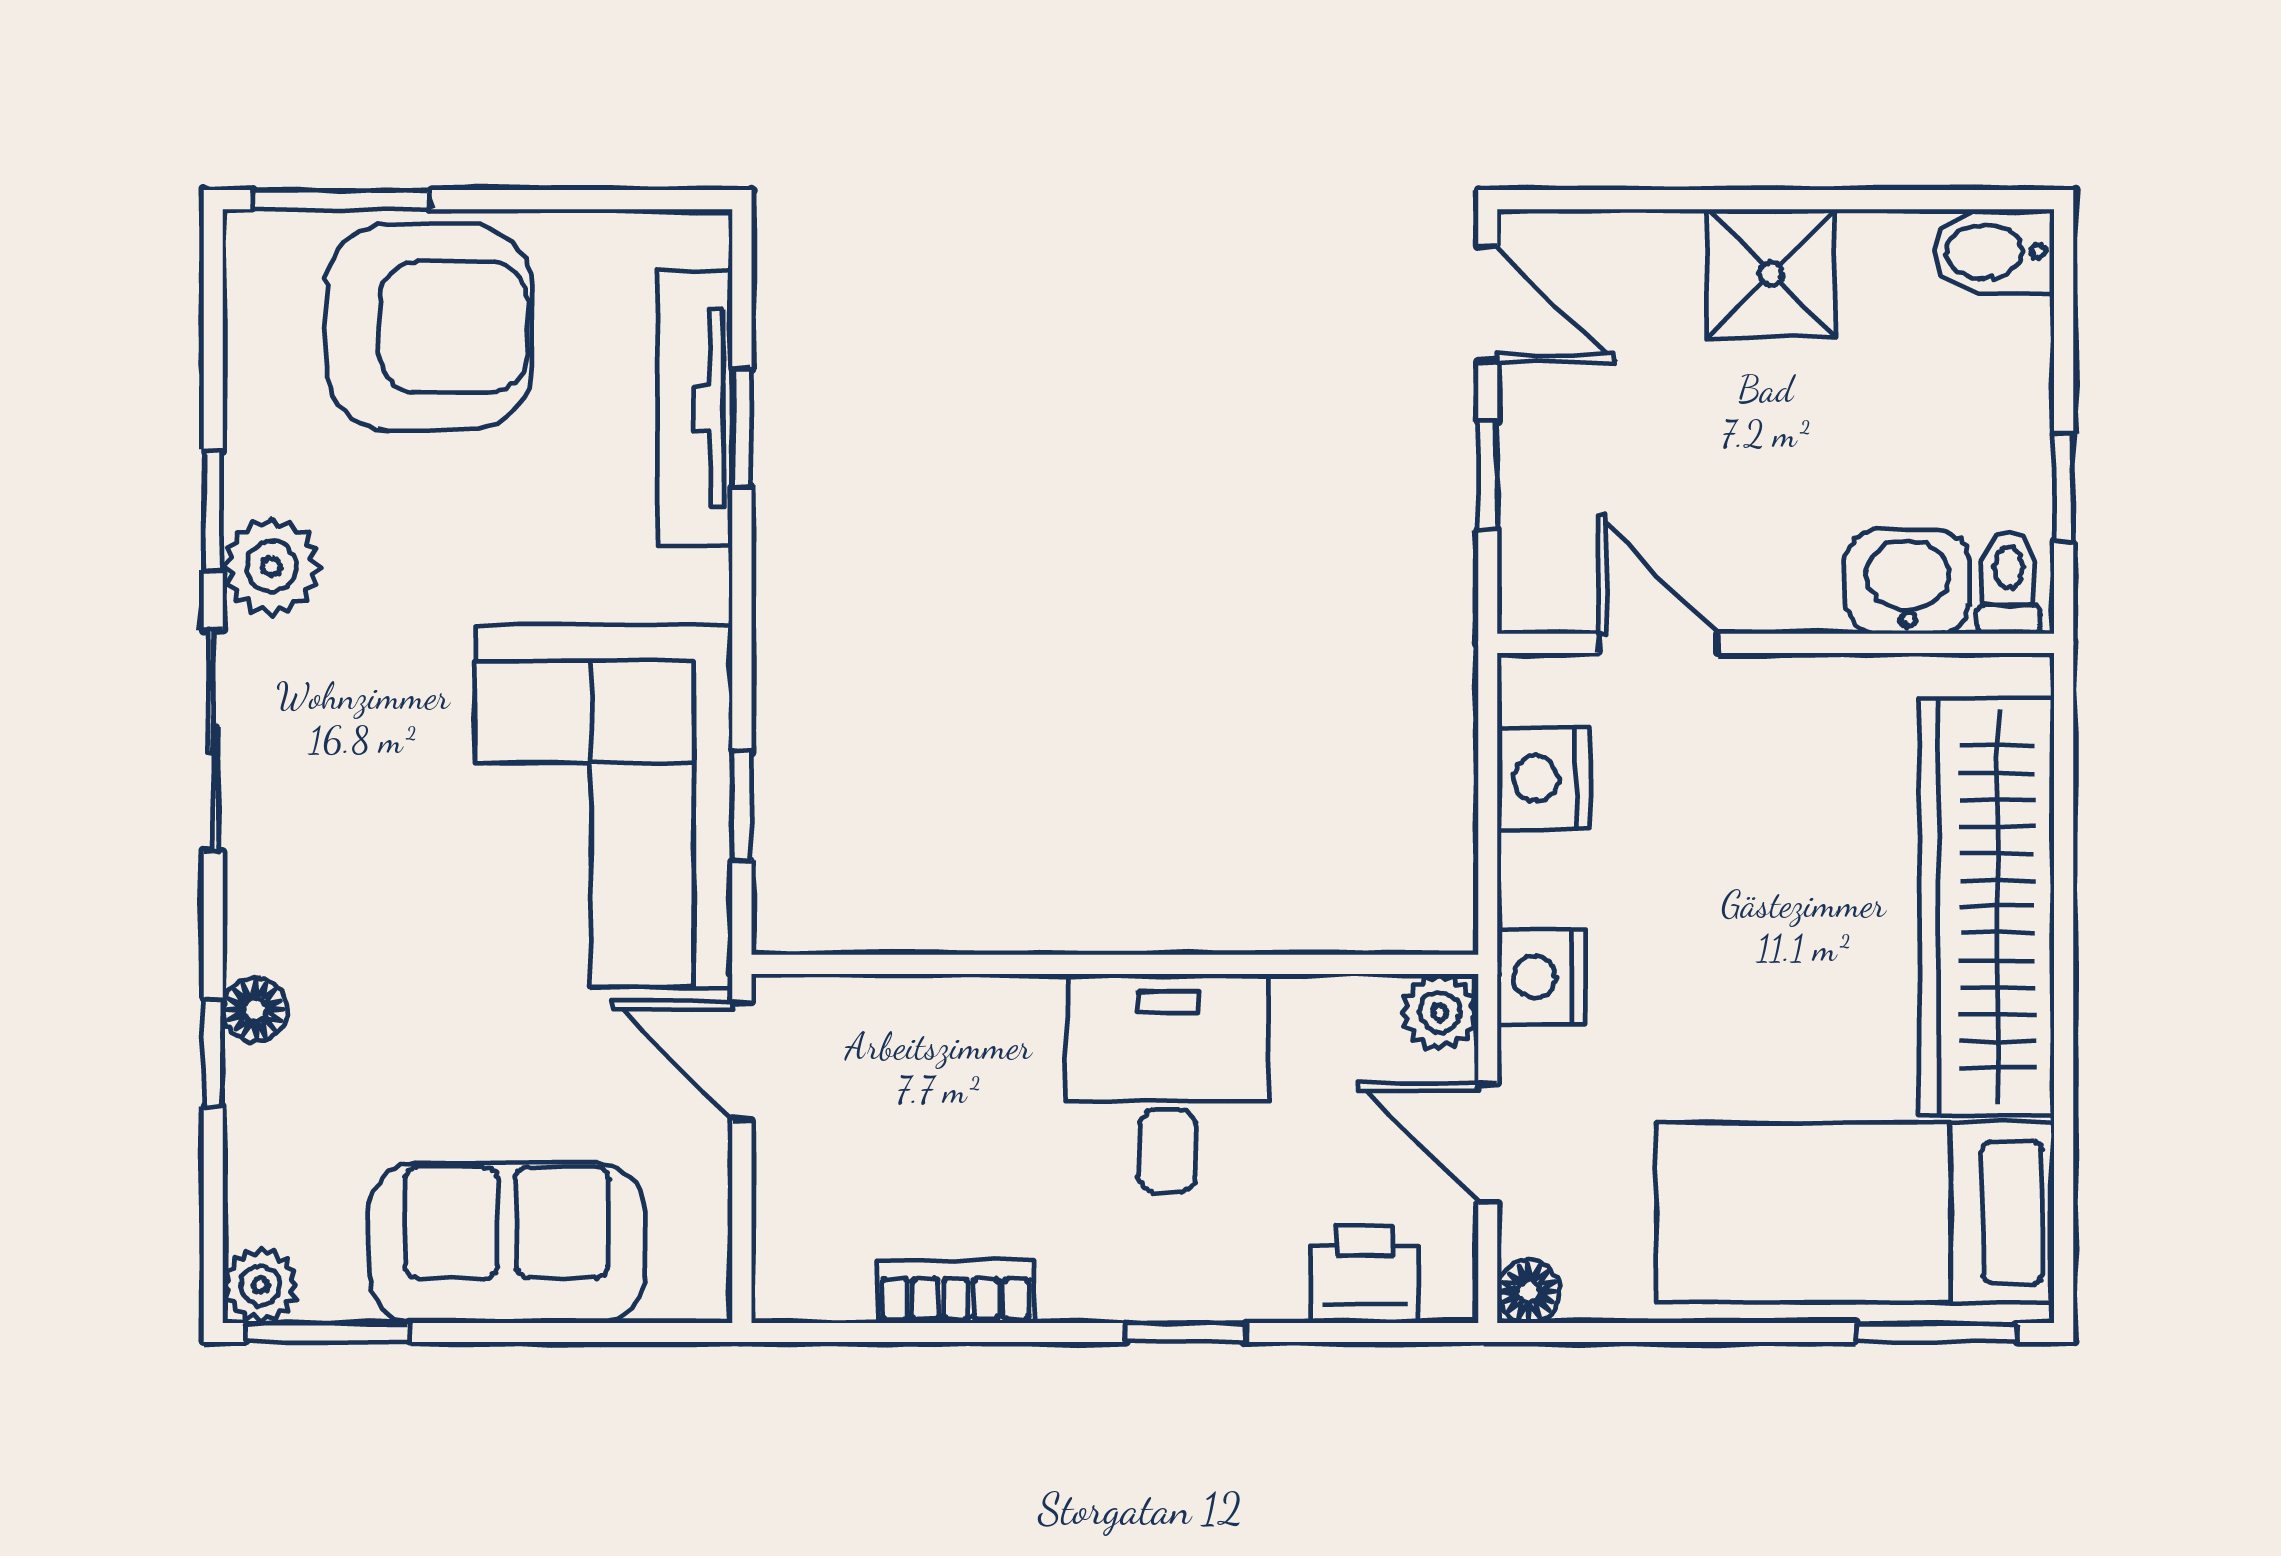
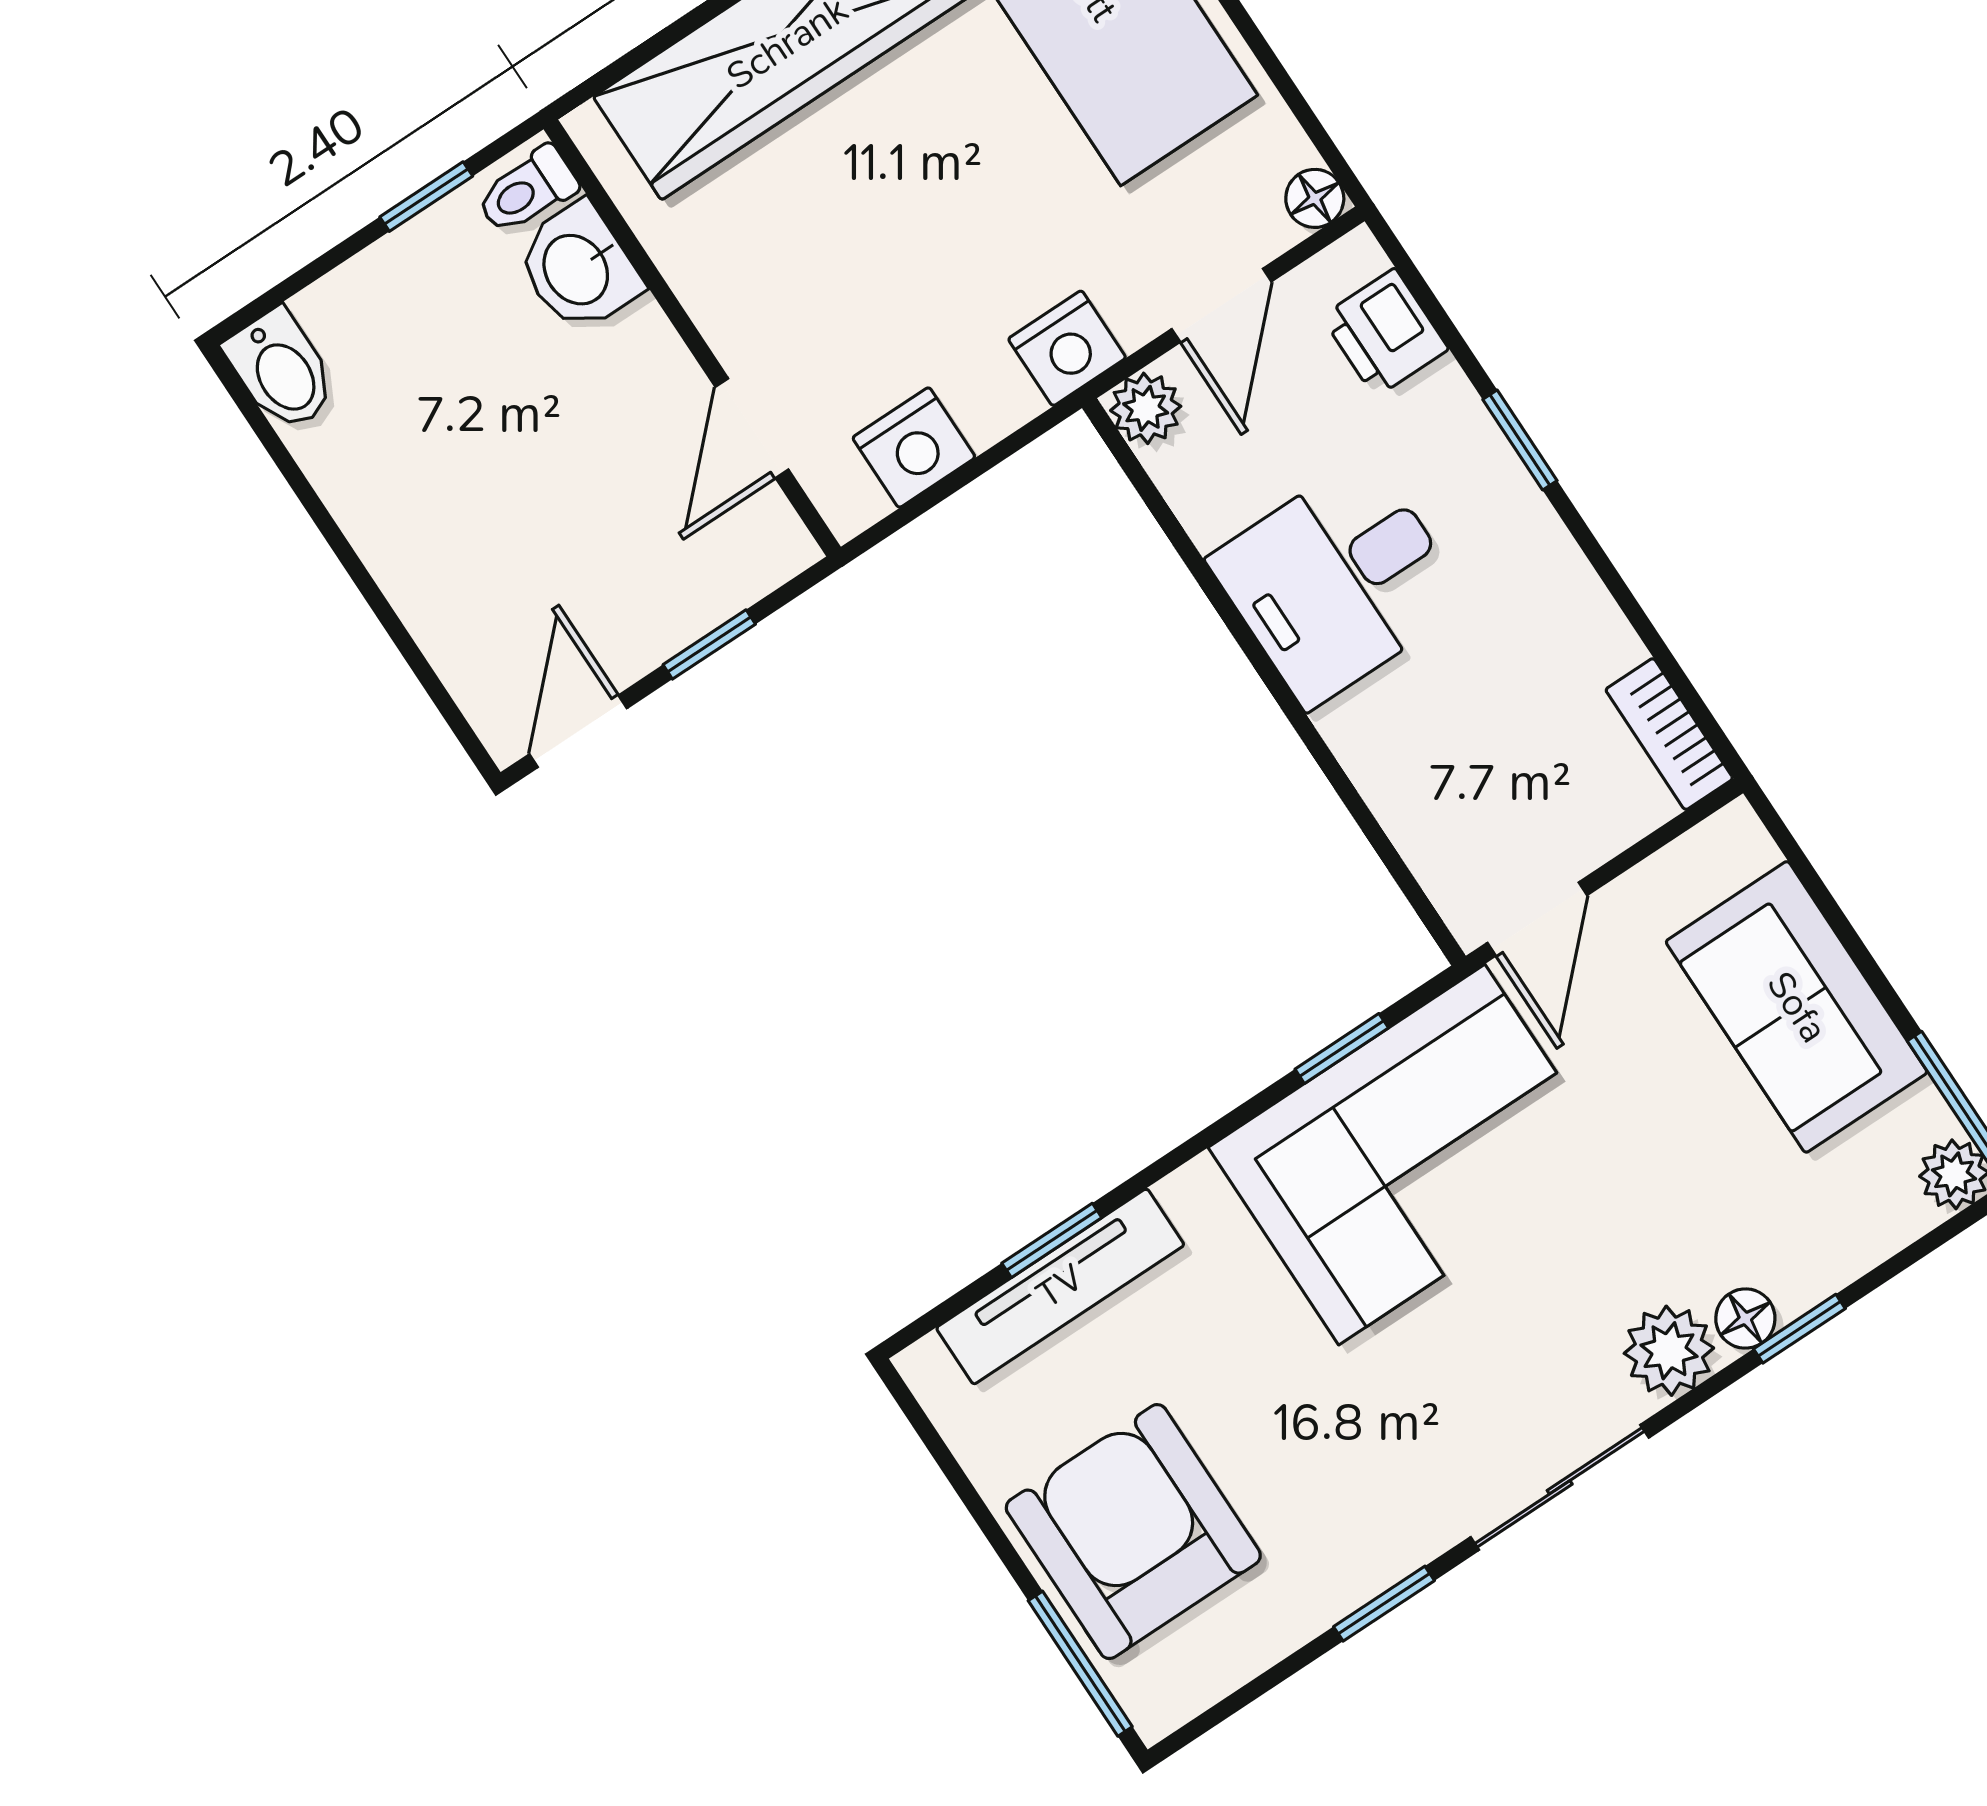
shower: (1771, 273) -> (411, 530), removed
plant: (272, 566) -> (1669, 1351), moved
bookcase: (956, 1291) -> (1669, 734), moved

